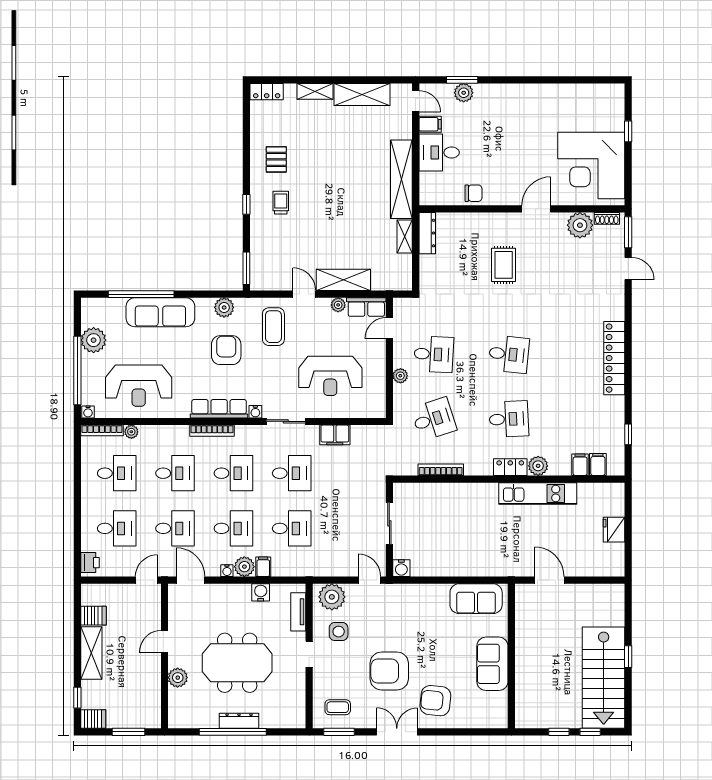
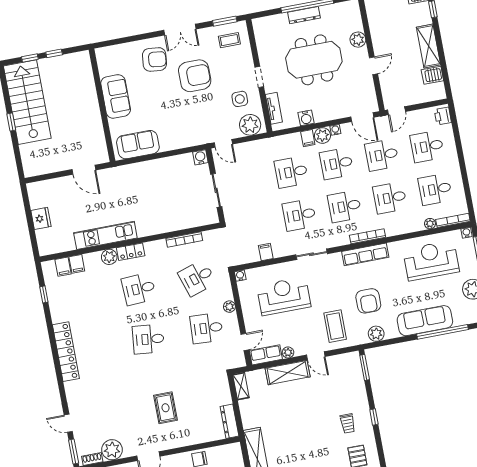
shelving: (405, 237) -> (241, 386), moved
water cooler: (255, 412) -> (240, 276), moved
filing cabinet: (335, 435) -> (266, 252), width x0.50

